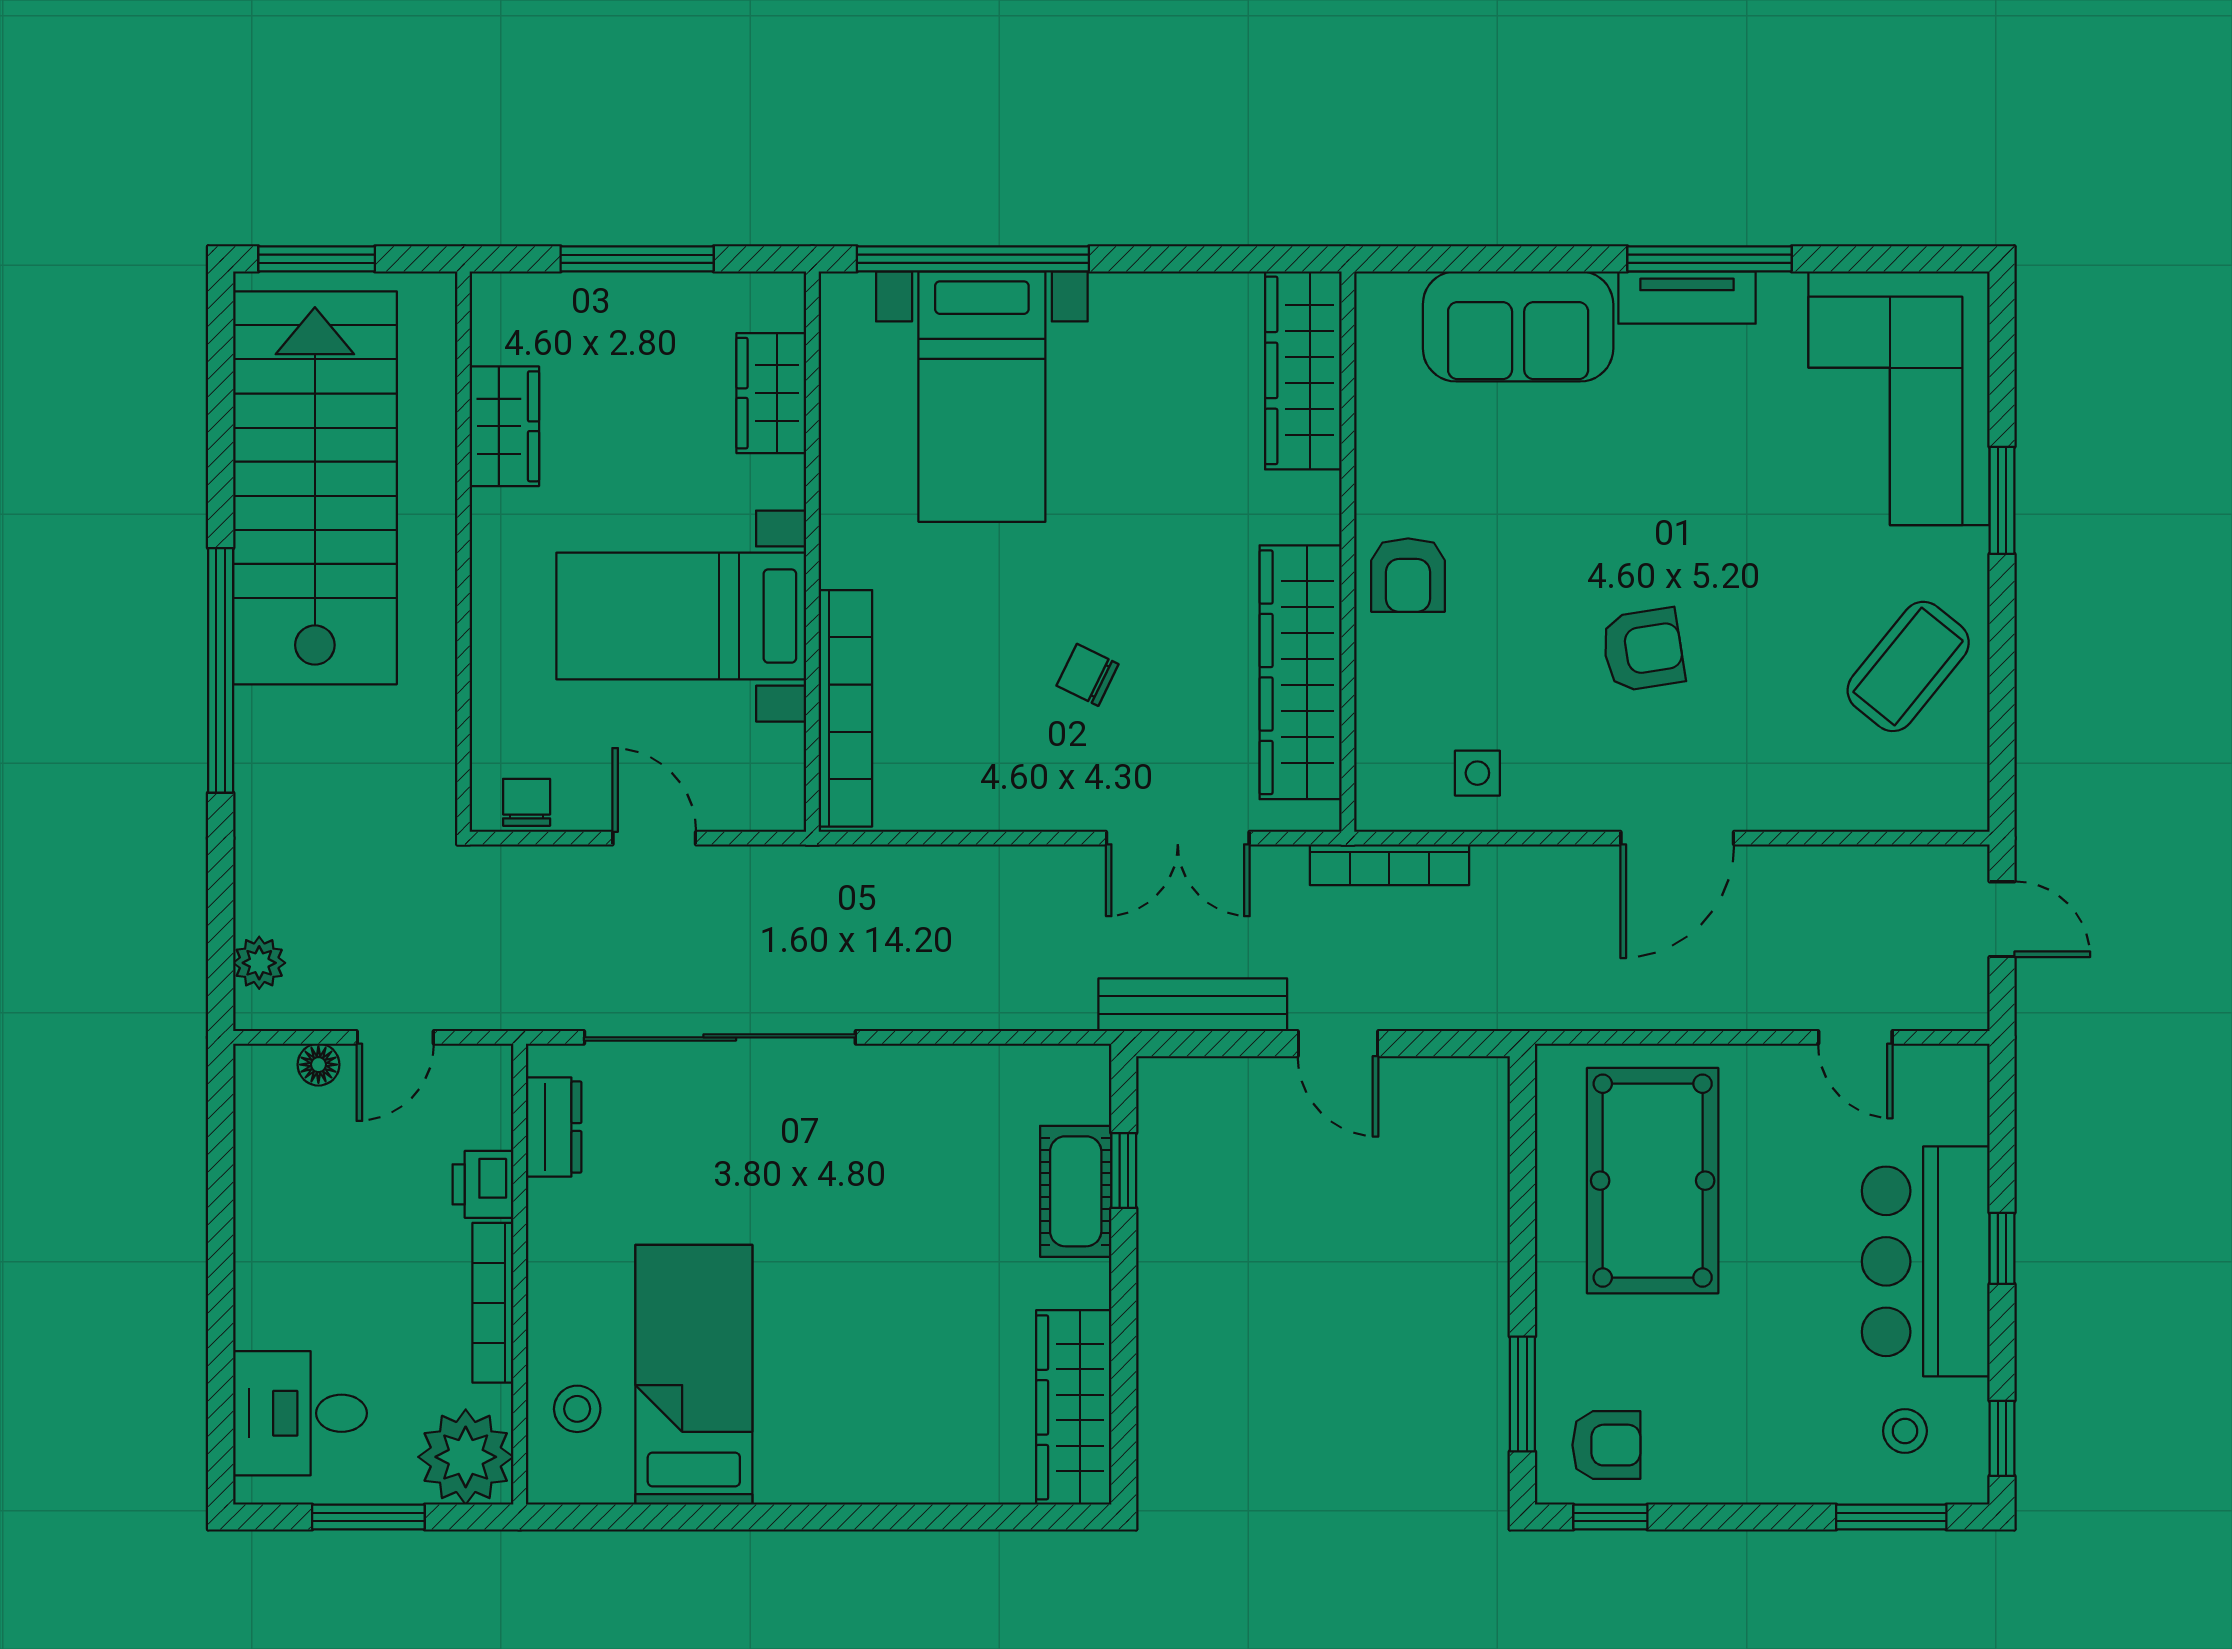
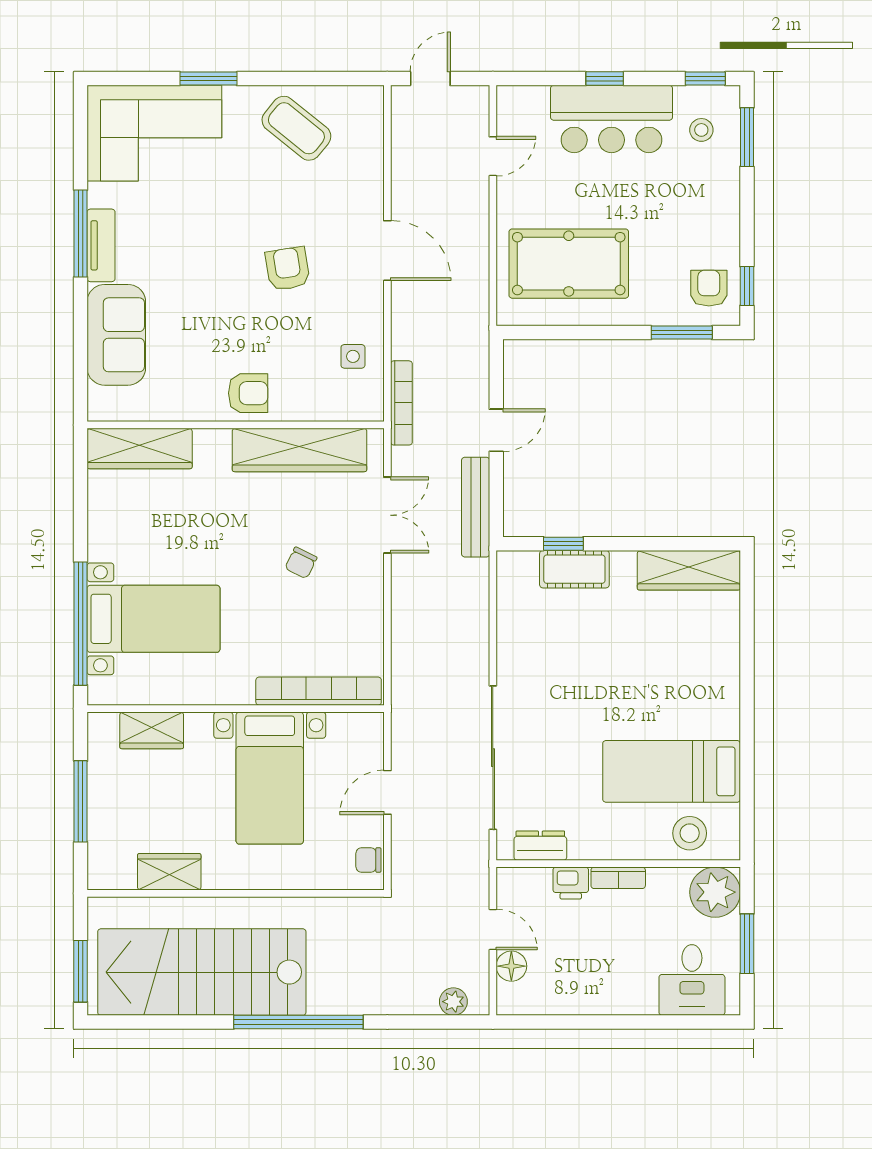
floor lamp: (318, 1065) -> (511, 966), width x1.37, depth x1.37
bookcase: (493, 1303) -> (618, 878), width x0.64
stool: (577, 1409) -> (690, 833), width x1.37, depth x1.37

